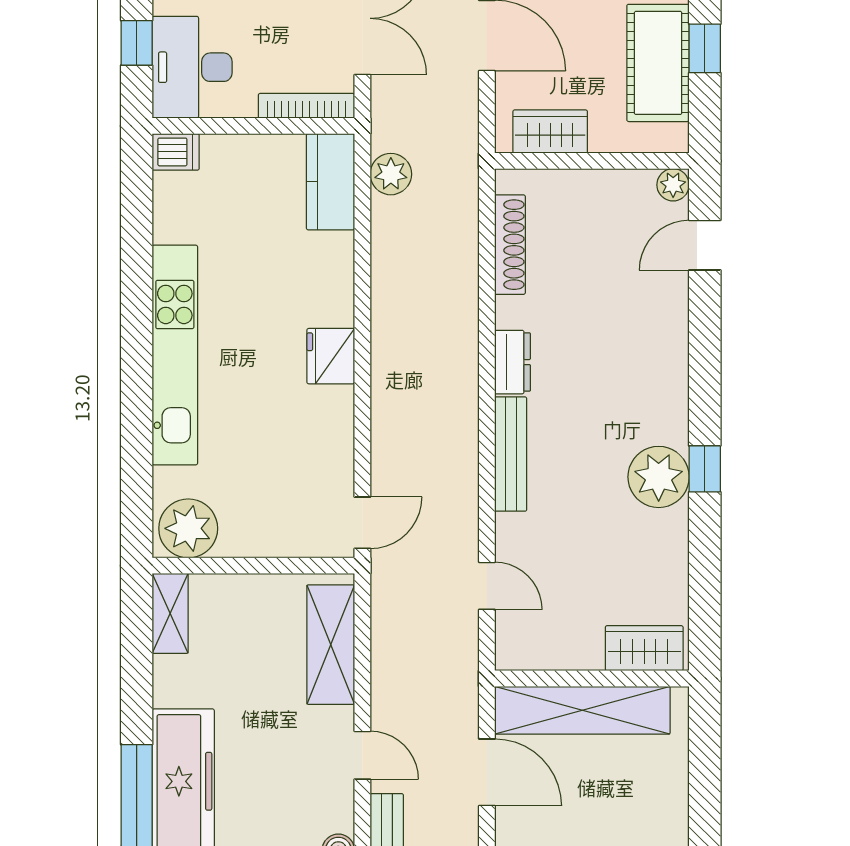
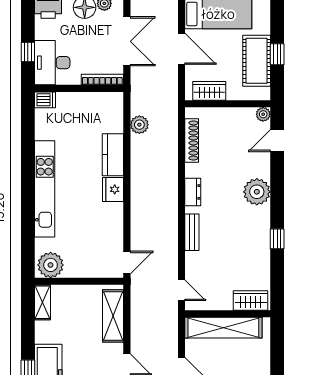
plant: (391, 174) -> (139, 125), moved
kitchen counter: (330, 182) -> (113, 155), moved
bench: (511, 454) -> (192, 232), width x0.73
plant: (659, 477) -> (257, 192), moved
wardrobe: (644, 648) -> (251, 300), moved
wall: (592, 679) -> (228, 314), moved
shelving: (582, 710) -> (223, 328), moved

